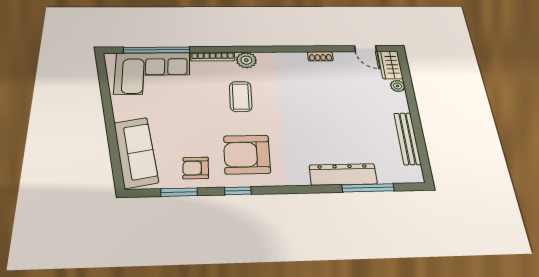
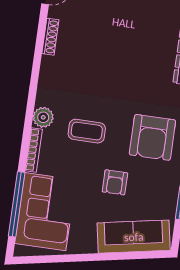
shoe rack: (320, 56) -> (50, 37), width x1.43
armchair: (196, 168) -> (115, 182), moved

